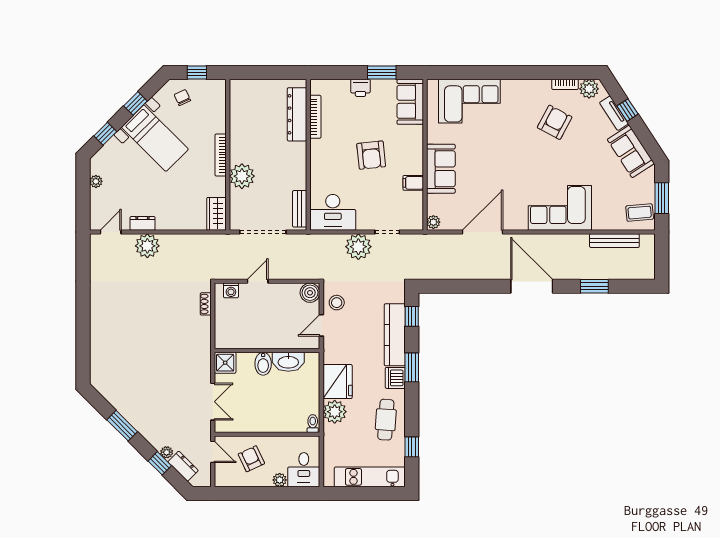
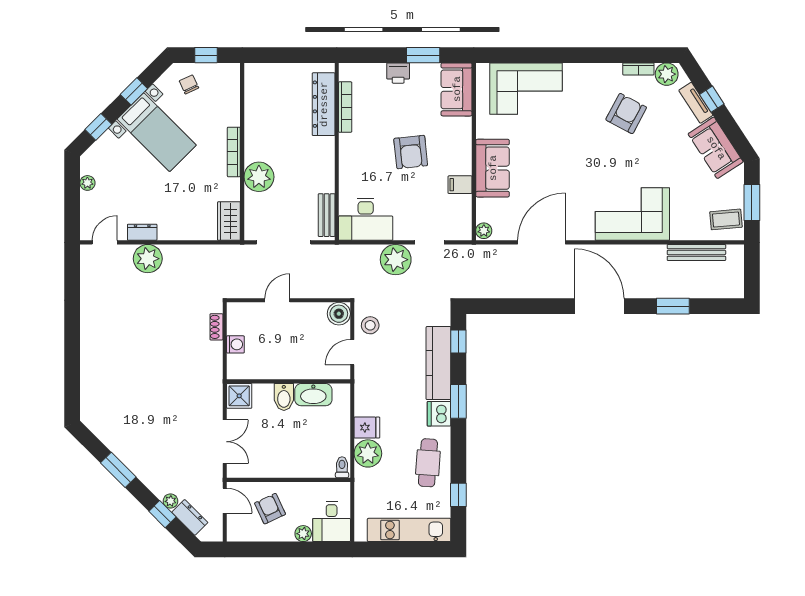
washing machine: (231, 290) -> (235, 344), moved, turned -90
fridge: (338, 382) -> (367, 428), width x0.53, depth x0.75

